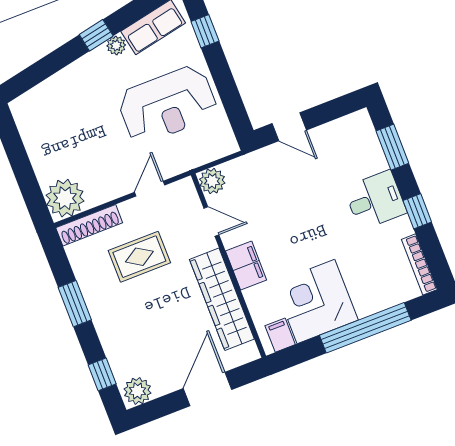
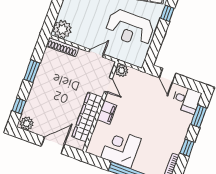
desk: (375, 200) -> (186, 100), moved
rug: (139, 257) -> (71, 75), removed
filing cabinet: (280, 335) -> (97, 149), removed

